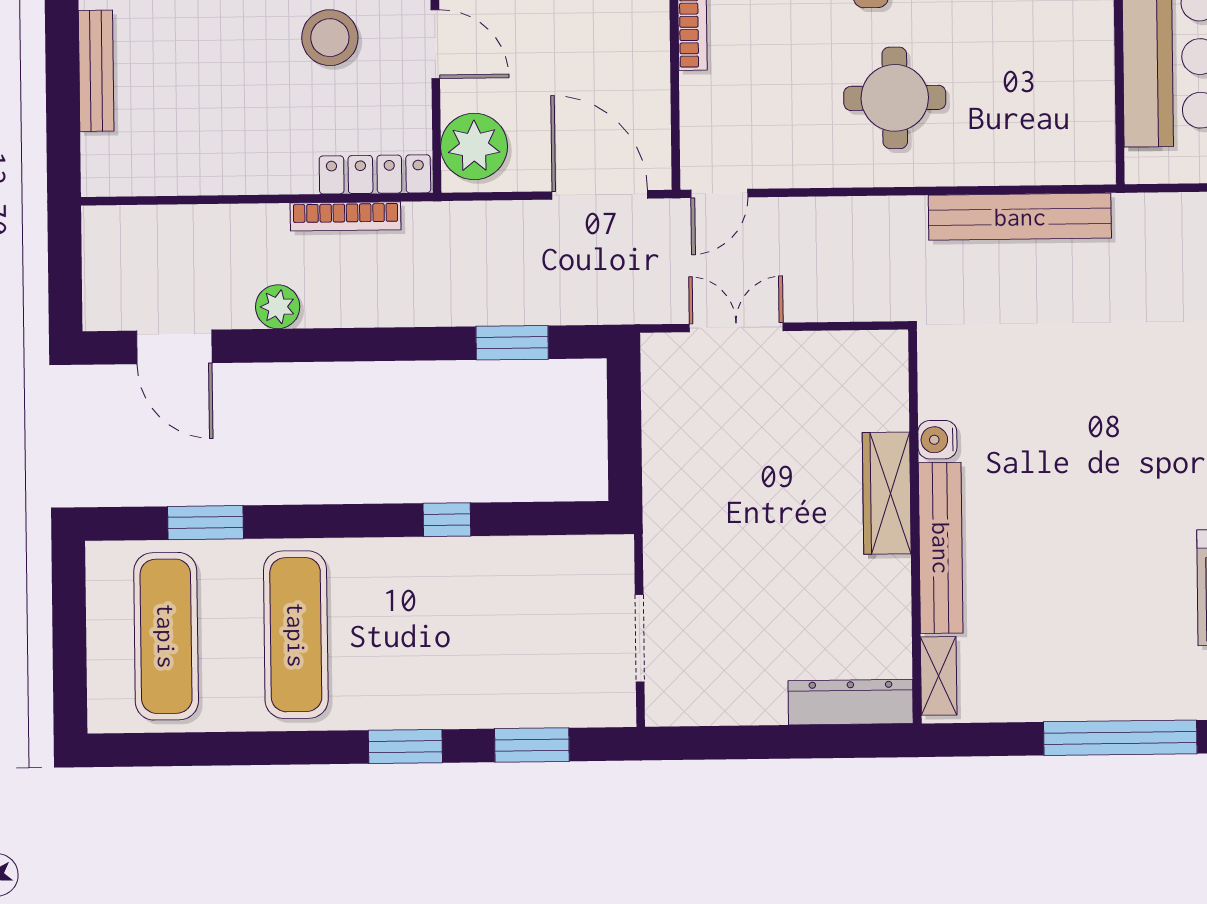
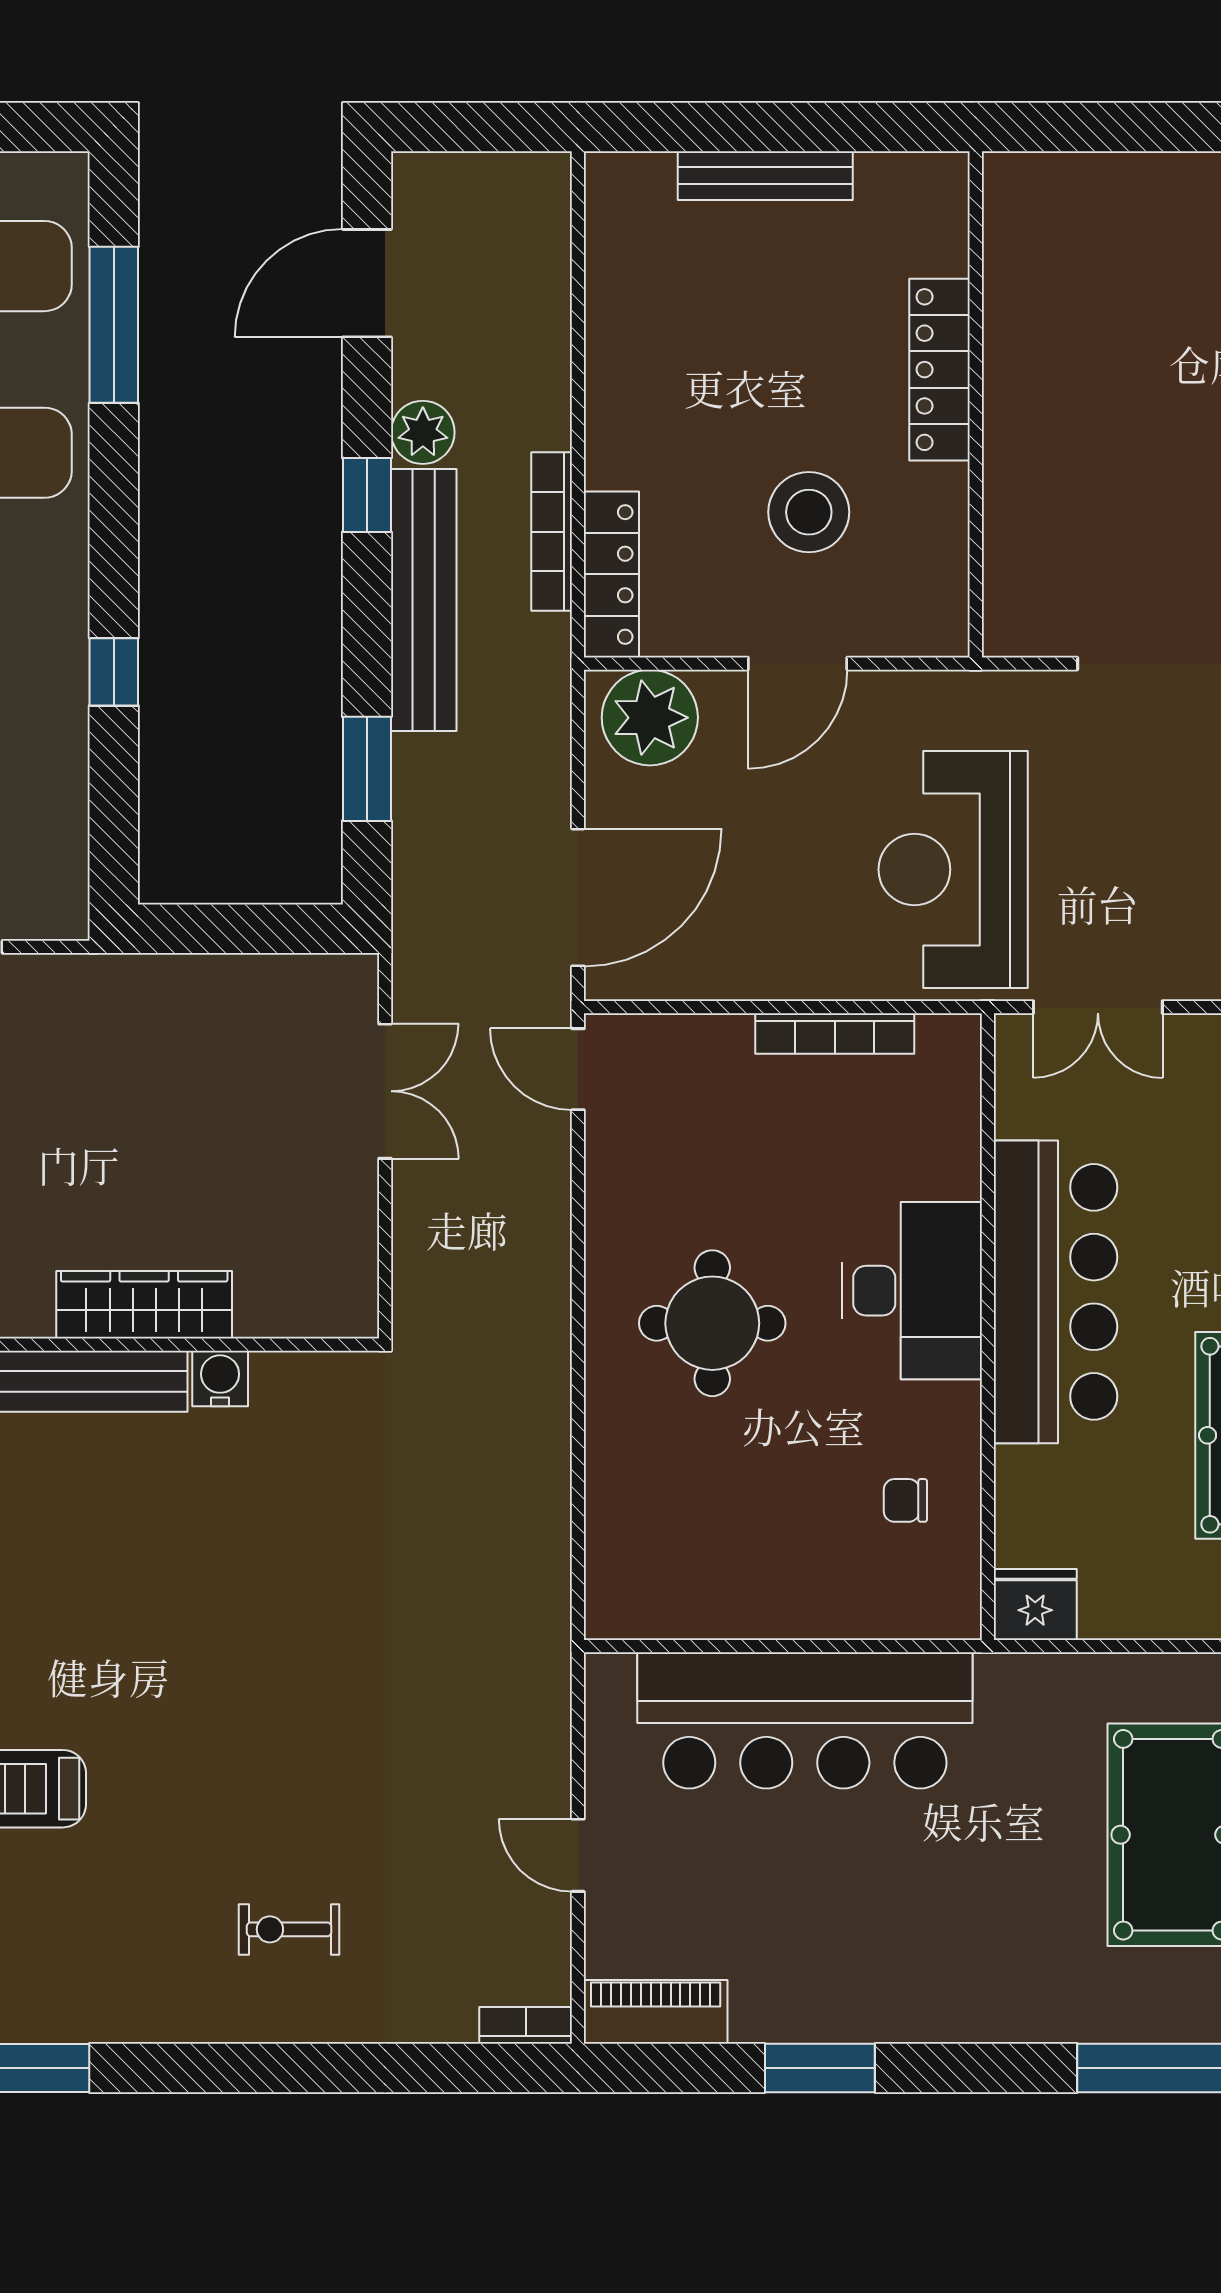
bench: (1020, 217) -> (424, 600), moved
window: (322, 345) -> (367, 495), added
window: (205, 523) -> (114, 325), width x1.44

